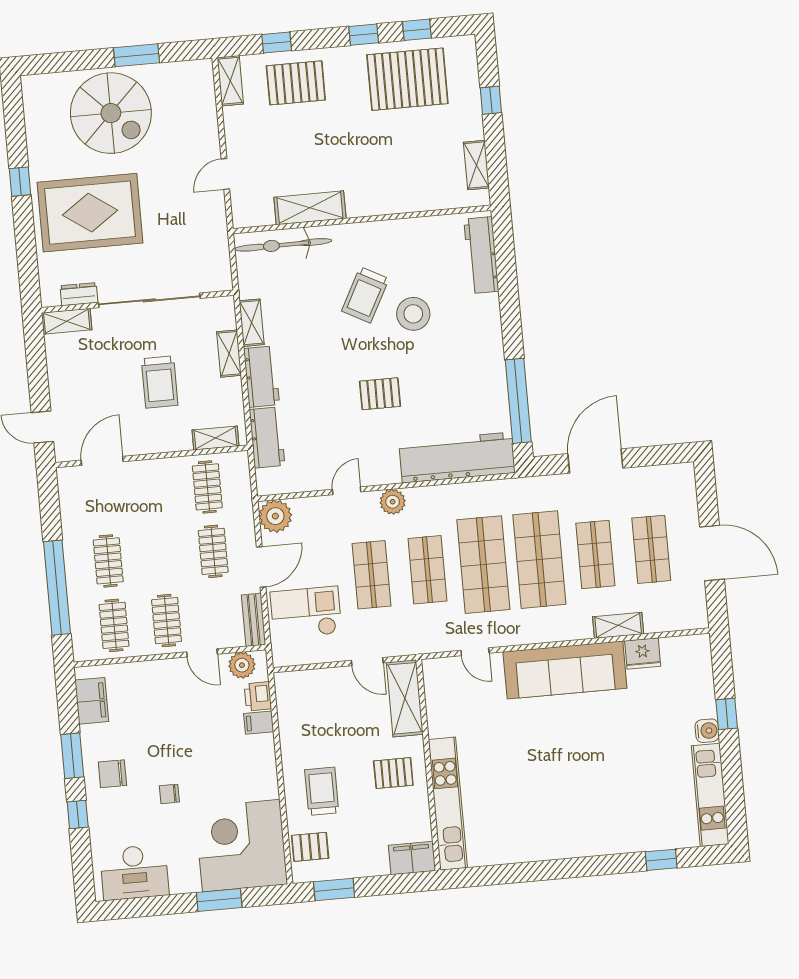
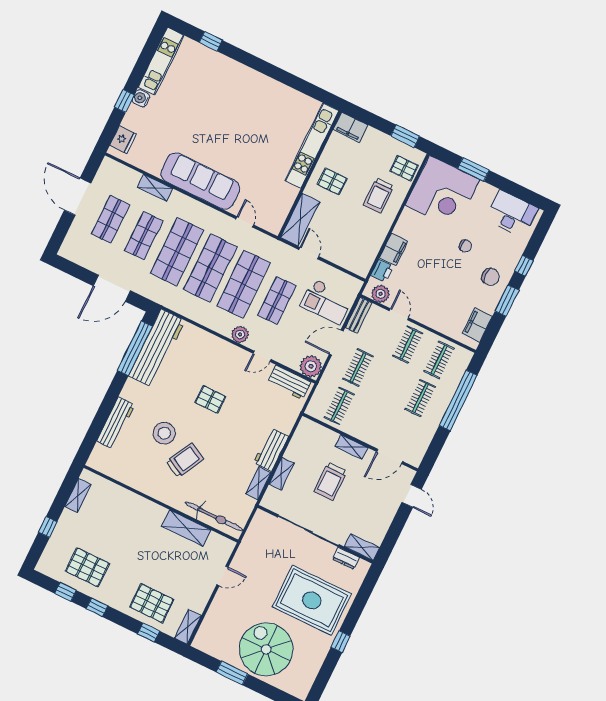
pallet: (407, 79) -> (88, 567), width x0.73, depth x0.71
workbench: (481, 255) -> (116, 423), moved
trolley: (160, 382) -> (330, 481), turned 180
workbench: (267, 437) -> (289, 382), moved, turned -90
shelving: (216, 438) -> (351, 447), moved
workbench: (457, 458) -> (157, 348), moved, turned -90
shop shelf: (427, 570) -> (244, 284), width x1.43, depth x1.36
fridge: (643, 653) -> (123, 140), moved, turned 90
filing cabinet: (259, 723) -> (394, 249), width x2.00

